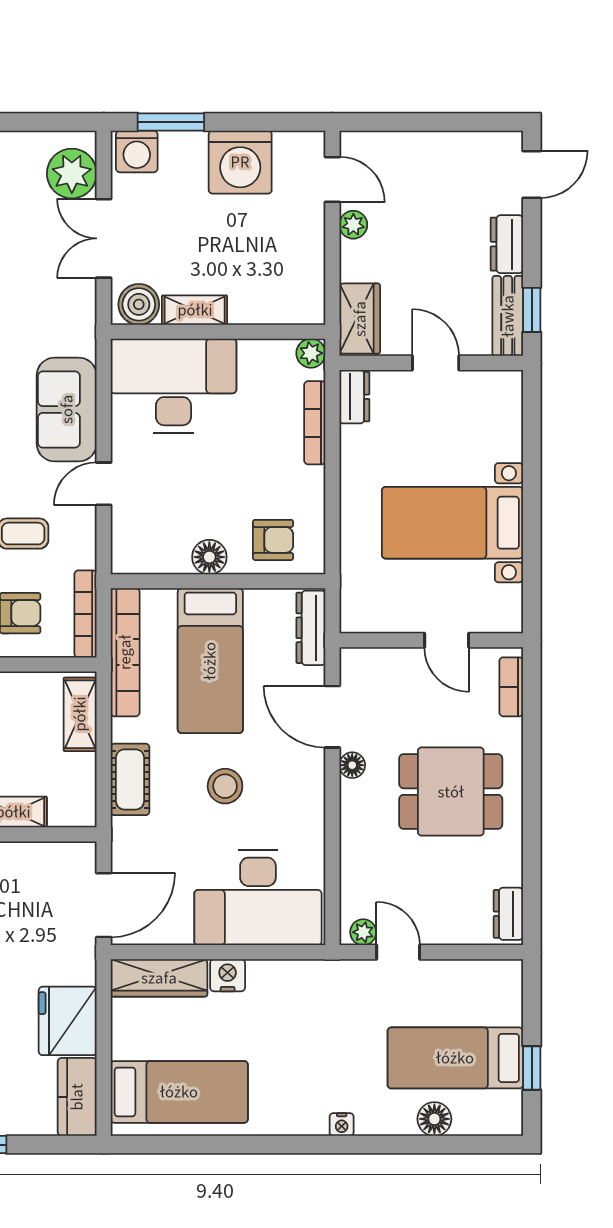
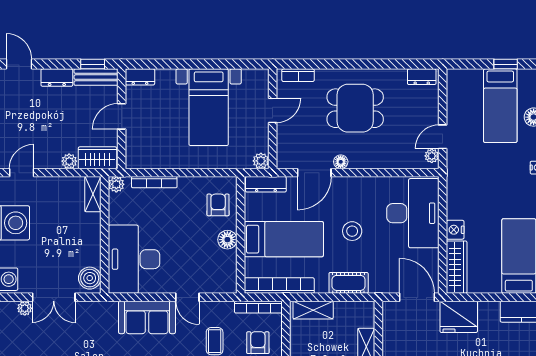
plant: (72, 173) -> (25, 308), width x0.53, depth x0.53
plant: (353, 225) -> (69, 161), moved
shelving: (195, 310) -> (93, 194), moved
dresser: (354, 397) -> (140, 77), moved, turned 180
plant: (354, 619) -> (261, 161), added
dining table: (451, 792) -> (355, 108), turned 90
fridge: (68, 1021) -> (459, 317), moved

